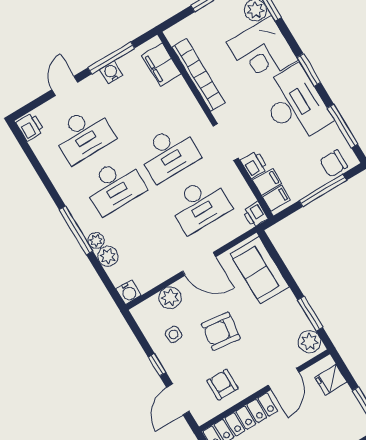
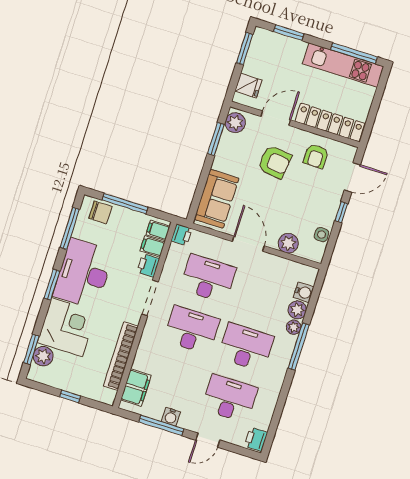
water cooler: (129, 292) -> (304, 292), moved, turned 90
armchair: (221, 331) -> (275, 162), moved
side table: (174, 334) -> (321, 235), moved

